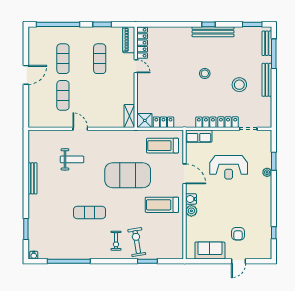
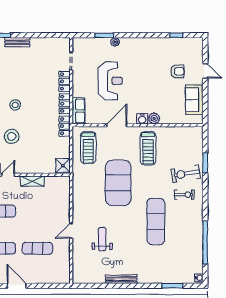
bench: (267, 80) -> (17, 42), width x0.73
stool: (239, 85) -> (12, 136), moved
shelving: (129, 116) -> (32, 181), moved
locker: (163, 122) -> (65, 126), moved
exercise mat: (89, 212) -> (156, 221), width x1.36, depth x1.45

